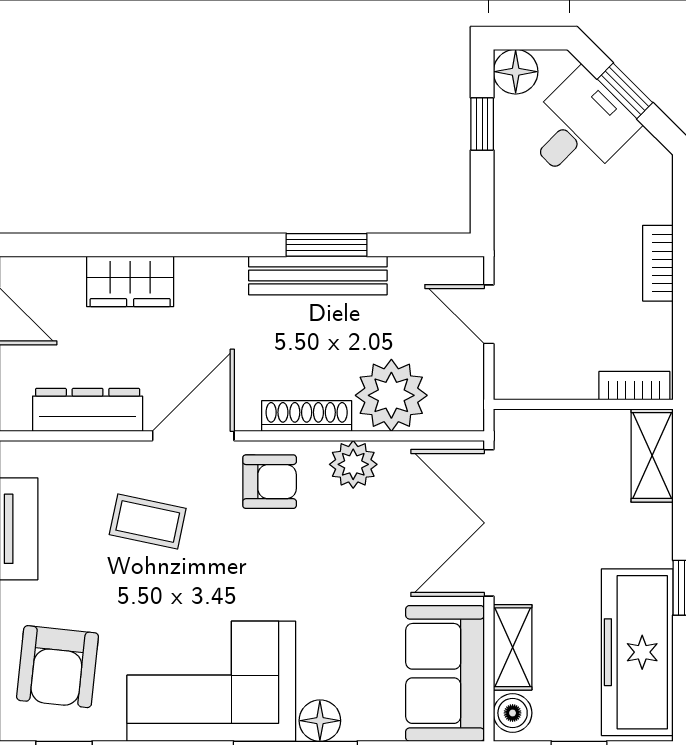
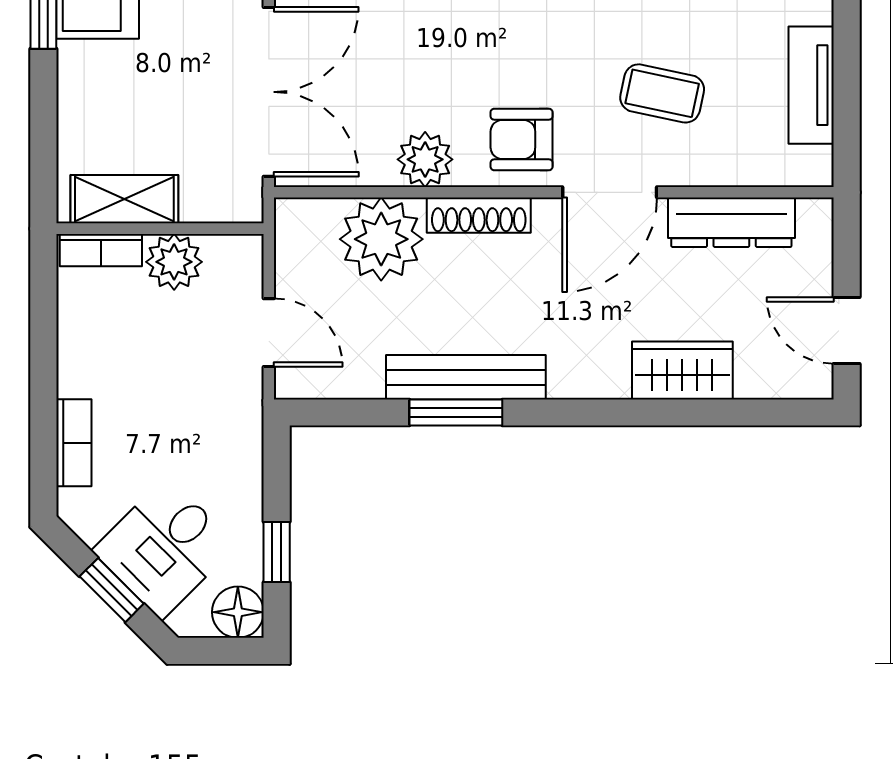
bookcase: (658, 263) -> (74, 443), moved
plant: (571, 376) -> (174, 262), added
shelving: (652, 456) -> (124, 199), moved, turned 90

